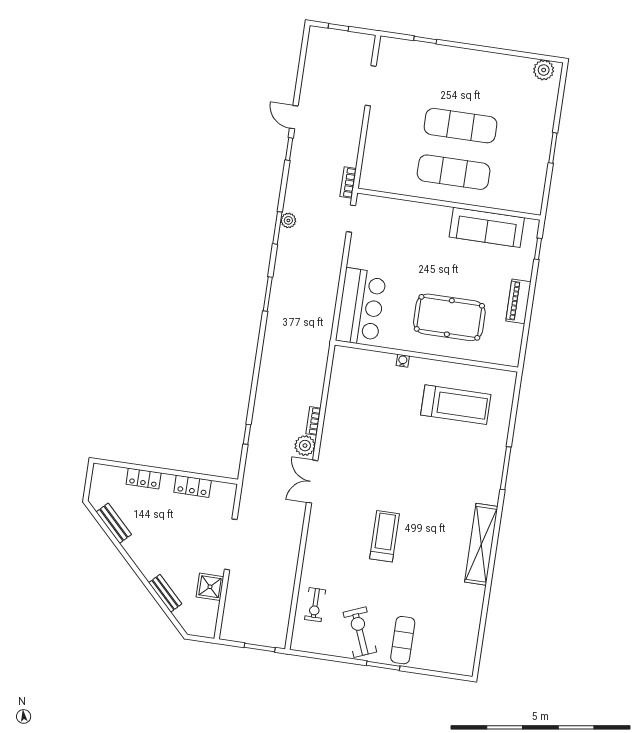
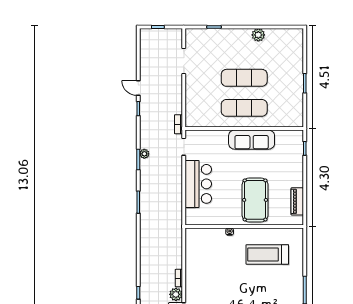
plant: (544, 70) -> (258, 35), moved
sofa: (487, 227) -> (252, 140), moved
piano: (518, 301) -> (297, 201), moved
bar counter: (361, 307) -> (198, 184), moved
pool table: (449, 317) -> (255, 200), turned 90
treadmill: (456, 405) -> (267, 254), turned 180

